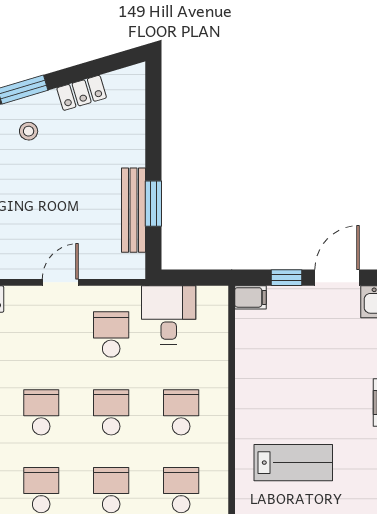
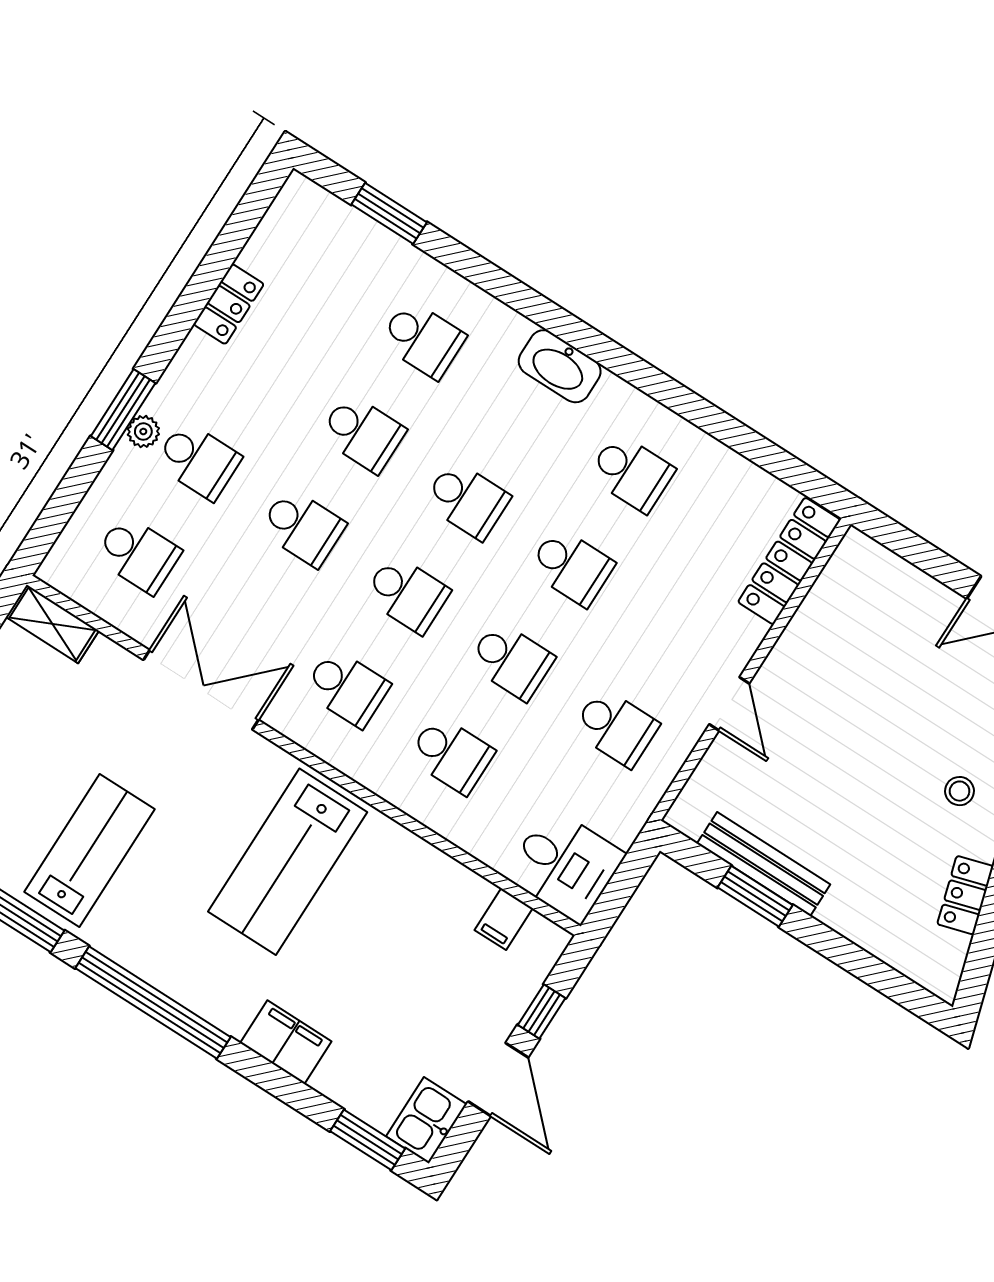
filing cabinet: (250, 297) -> (504, 919), moved
desk: (169, 315) -> (565, 865), moved
lab bench: (293, 463) -> (288, 862), width x1.36, depth x1.39

